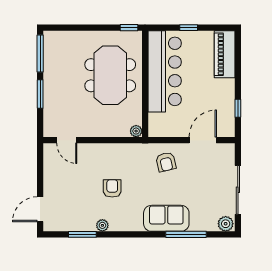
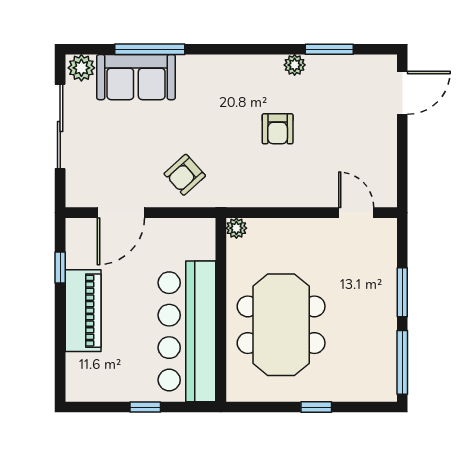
window: (129, 28) -> (316, 407), moved
piano: (225, 54) -> (83, 311), moved
armchair: (166, 162) -> (185, 175), turned -119
sofa: (166, 218) -> (136, 77), moved

